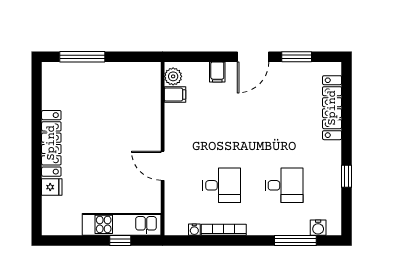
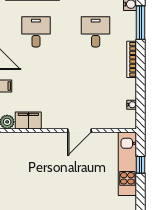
filing cabinet: (175, 95) -> (28, 120), width x2.00
desk: (222, 185) -> (36, 32), moved
bookcase: (224, 230) -> (132, 59), moved

